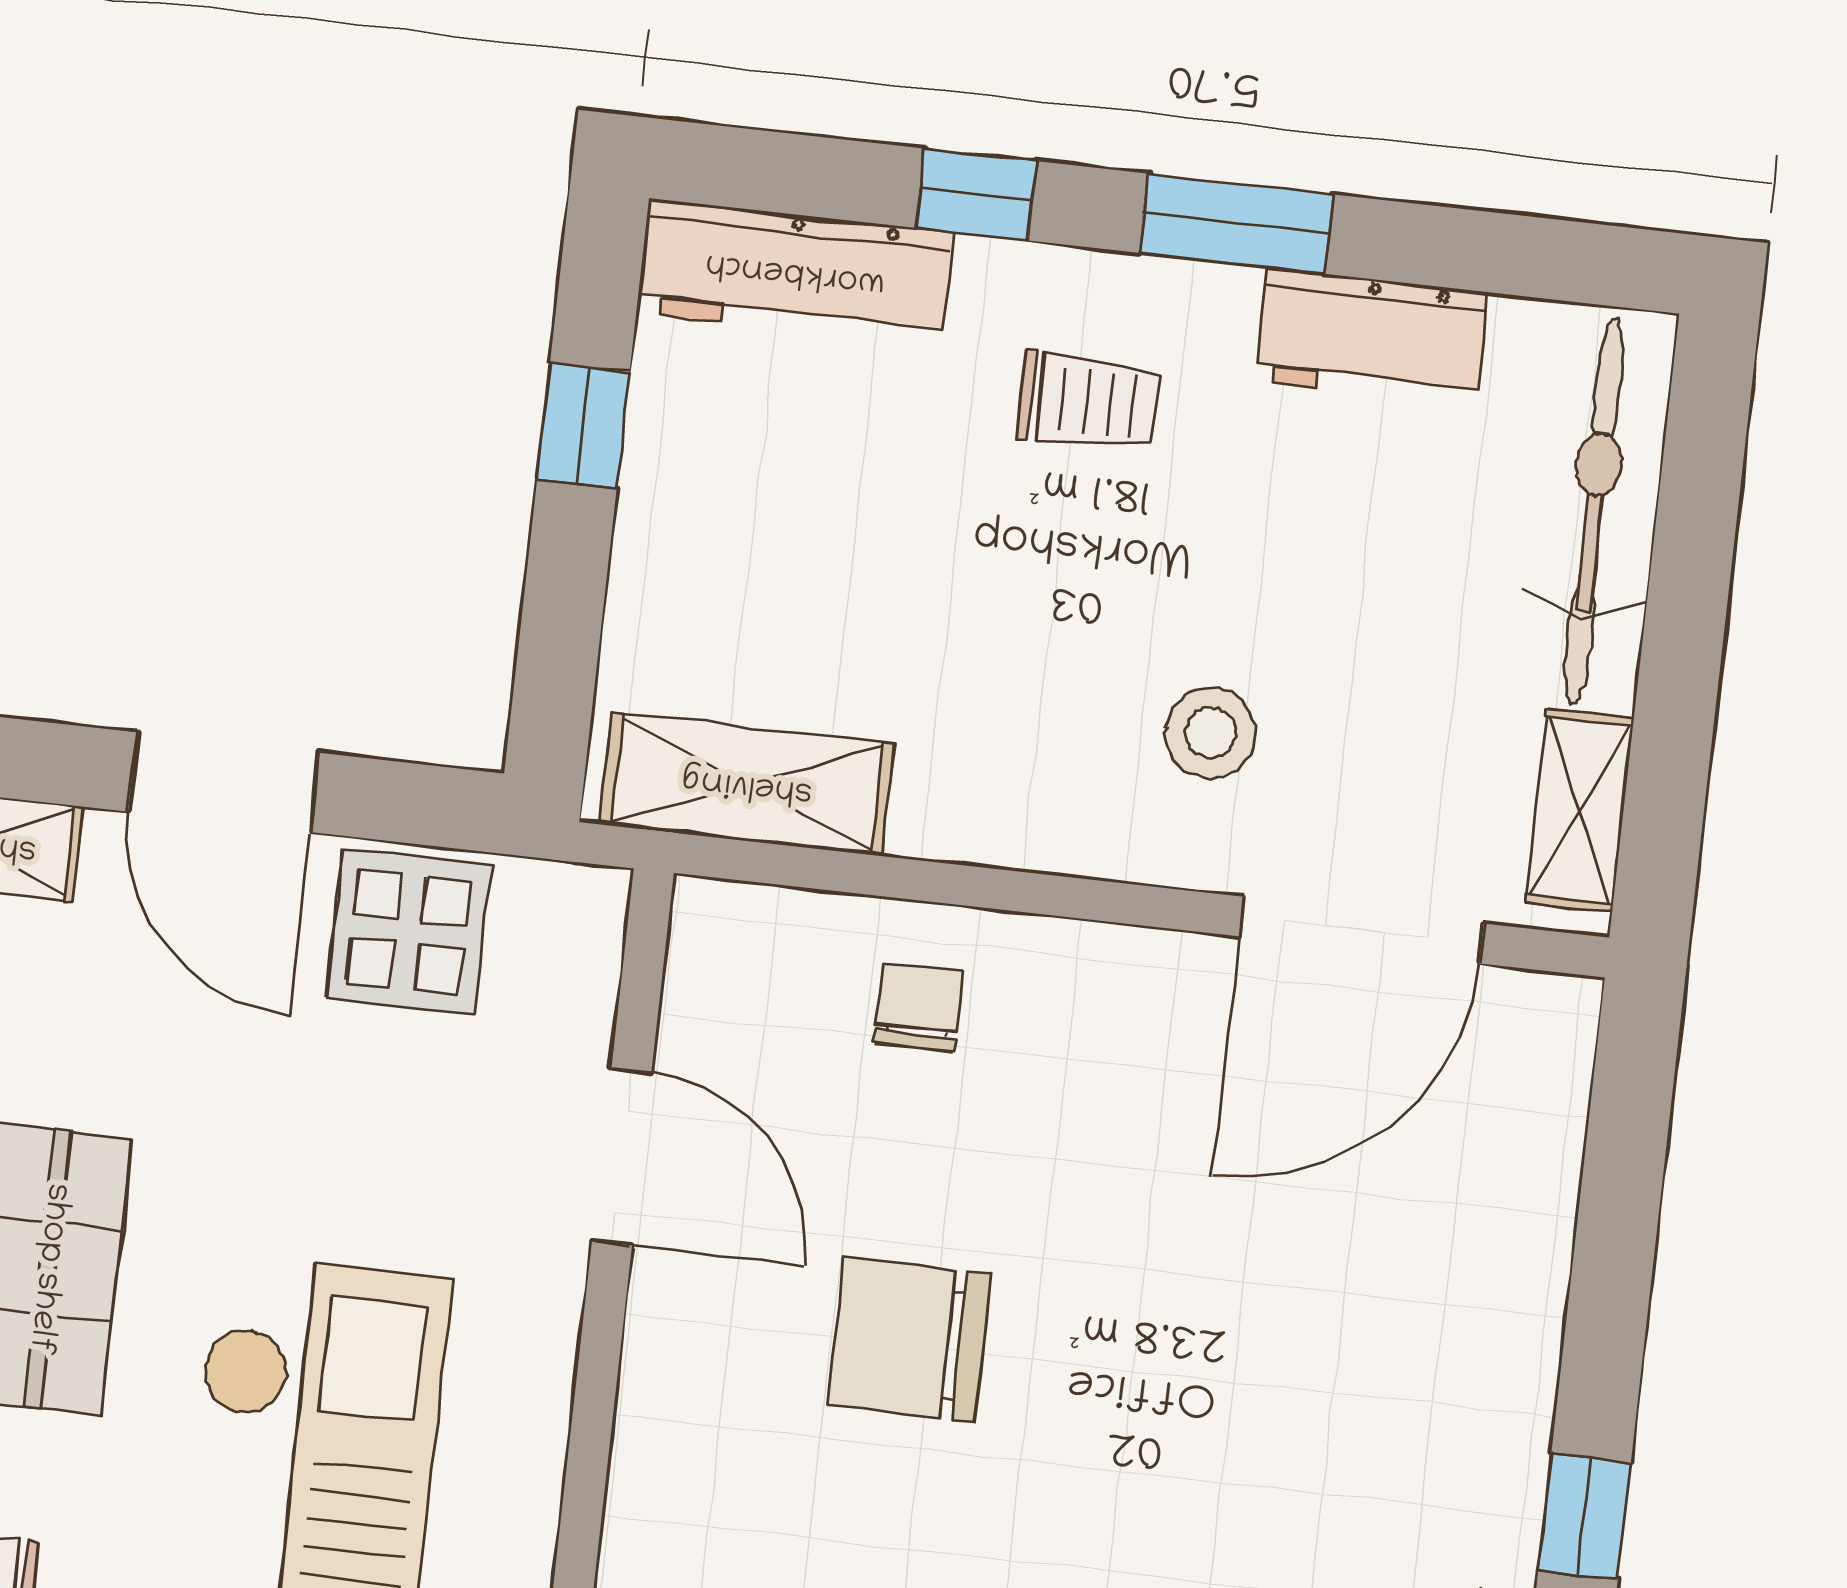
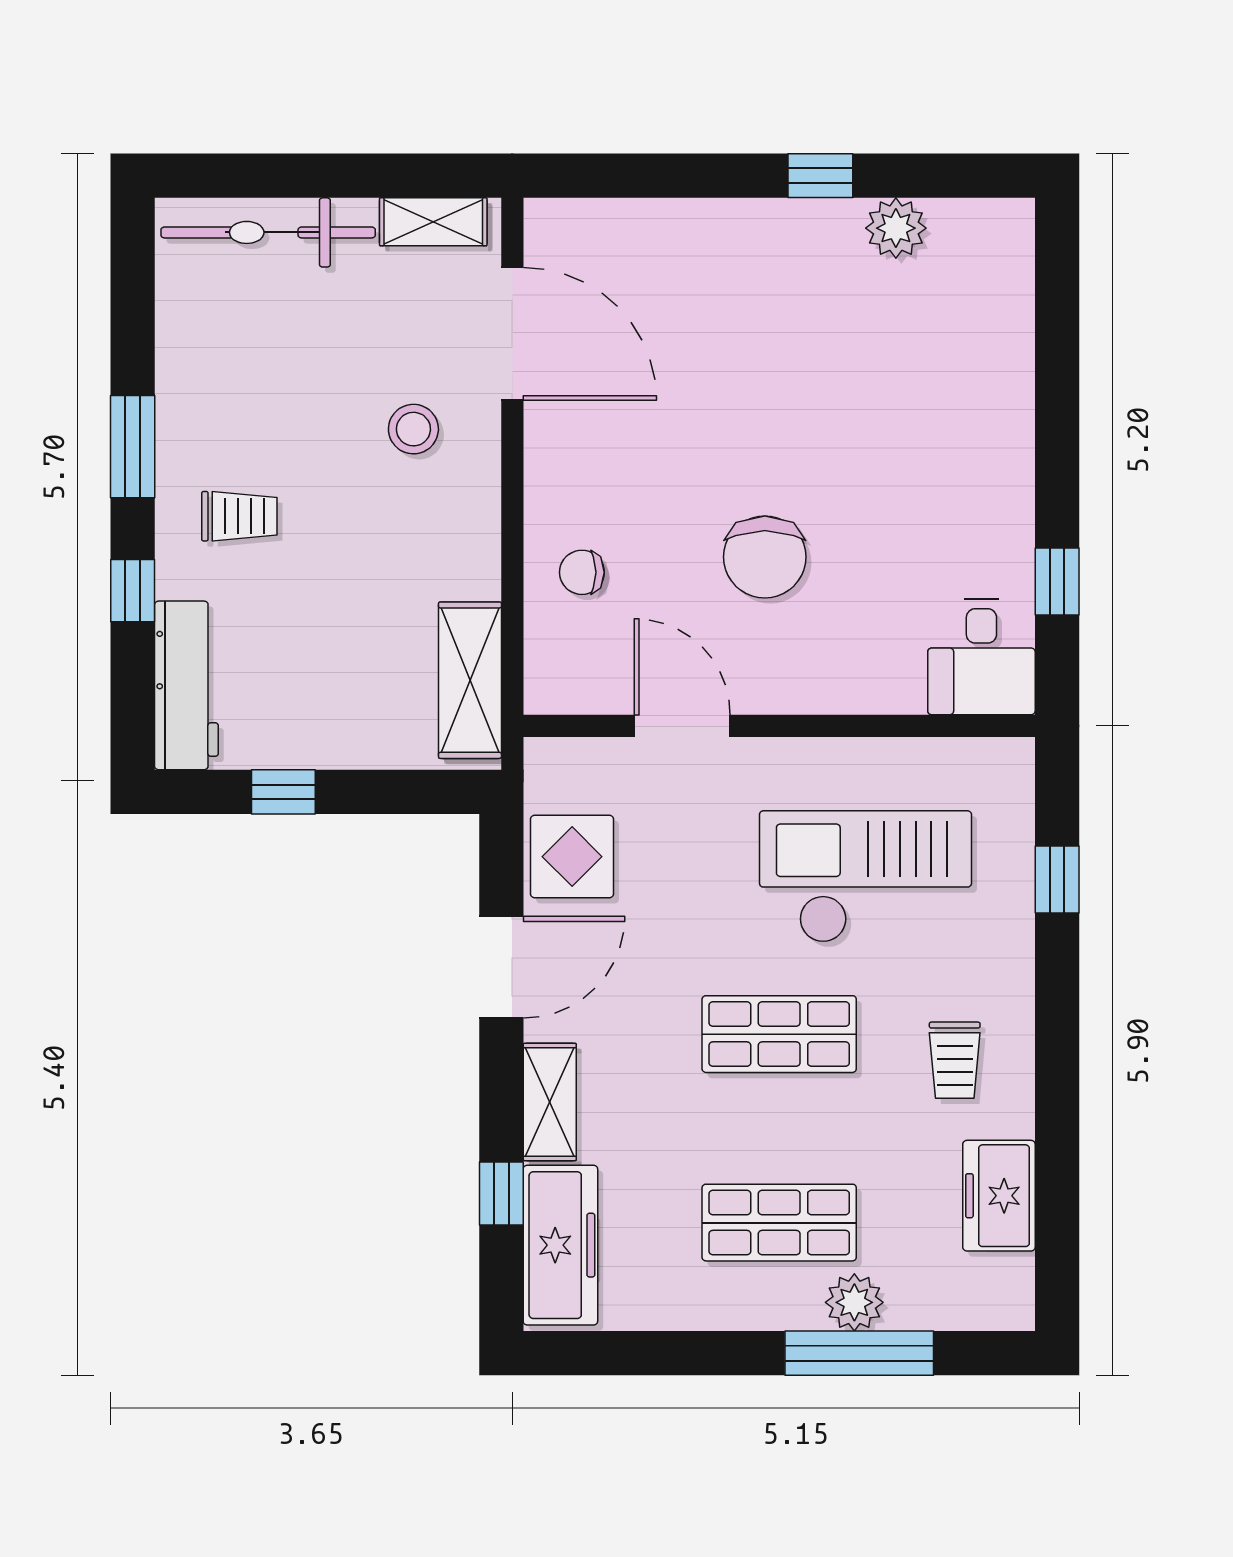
workbench: (1371, 337) -> (186, 365), removed
trolley: (1089, 402) -> (239, 516), turned 90
door: (622, 1157) -> (682, 726), hinge flipped

